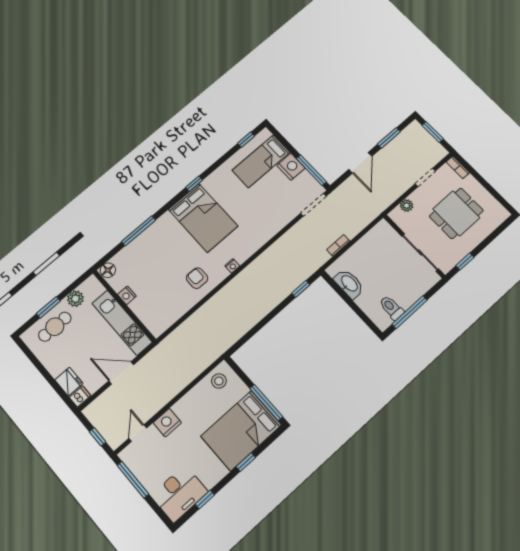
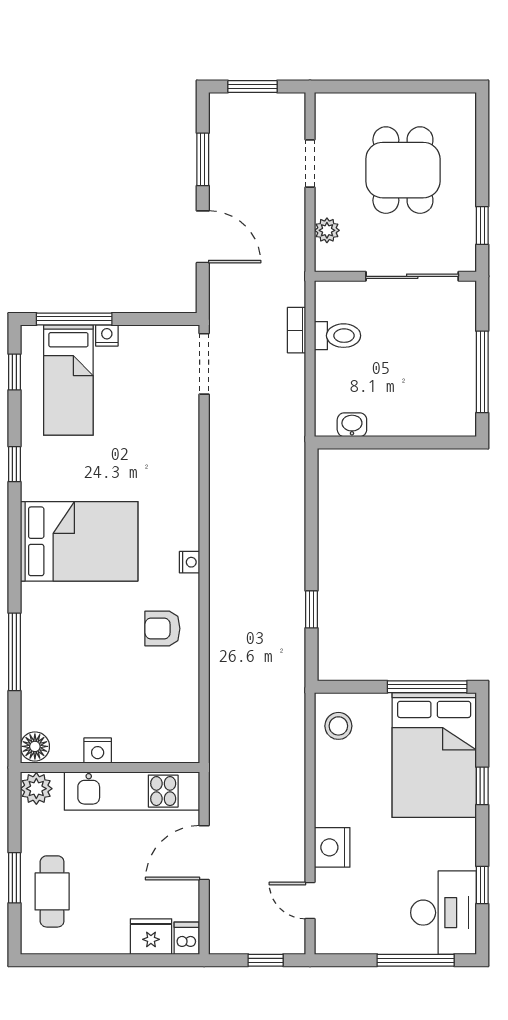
nightstand: (291, 167) -> (107, 335), width x0.53, depth x0.56
bookcase: (458, 167) -> (338, 102), removed
window: (311, 170) -> (74, 319), moved
window: (194, 184) -> (14, 464), moved
bookcase: (338, 245) -> (297, 330), moved
washbasin: (349, 284) -> (352, 425), width x0.52, depth x0.69
window: (301, 289) -> (312, 609), moved
plant: (75, 299) -> (36, 789), moved
toilet: (391, 308) -> (338, 336), moved, turned 180
window: (133, 480) -> (416, 960), moved

